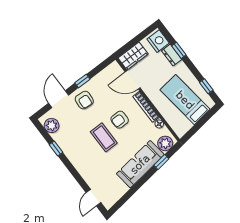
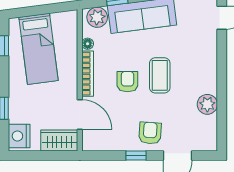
dresser: (172, 55) -> (16, 109), removed
armchair: (120, 120) -> (127, 82), turned -90
plant: (52, 125) -> (207, 104), moved
window: (56, 148) -> (222, 103), removed

